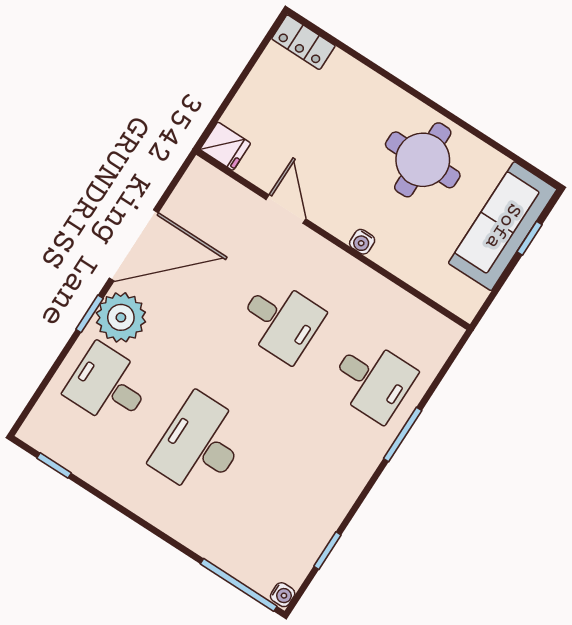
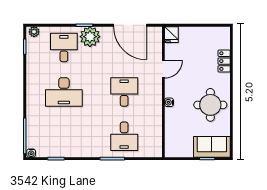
locker: (303, 42) -> (224, 61), moved
sofa: (503, 226) -> (212, 147), width x0.73
door: (134, 245) -> (130, 25), moved
desk: (281, 321) -> (124, 92), turned 180
plant: (36, 426) -> (34, 32), added
desk: (200, 445) -> (64, 92), turned 180

